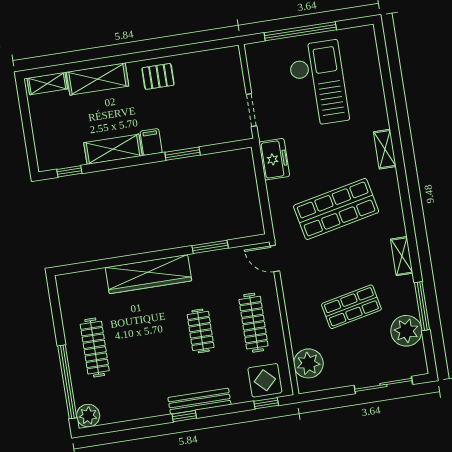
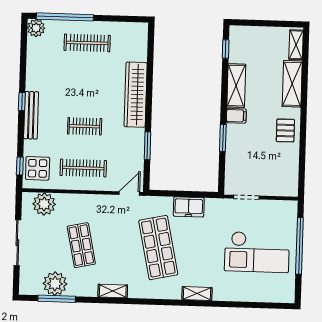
freezer: (274, 159) -> (189, 207), moved
window: (422, 306) -> (57, 299), moved
sliding door: (383, 385) -> (17, 243), moved

